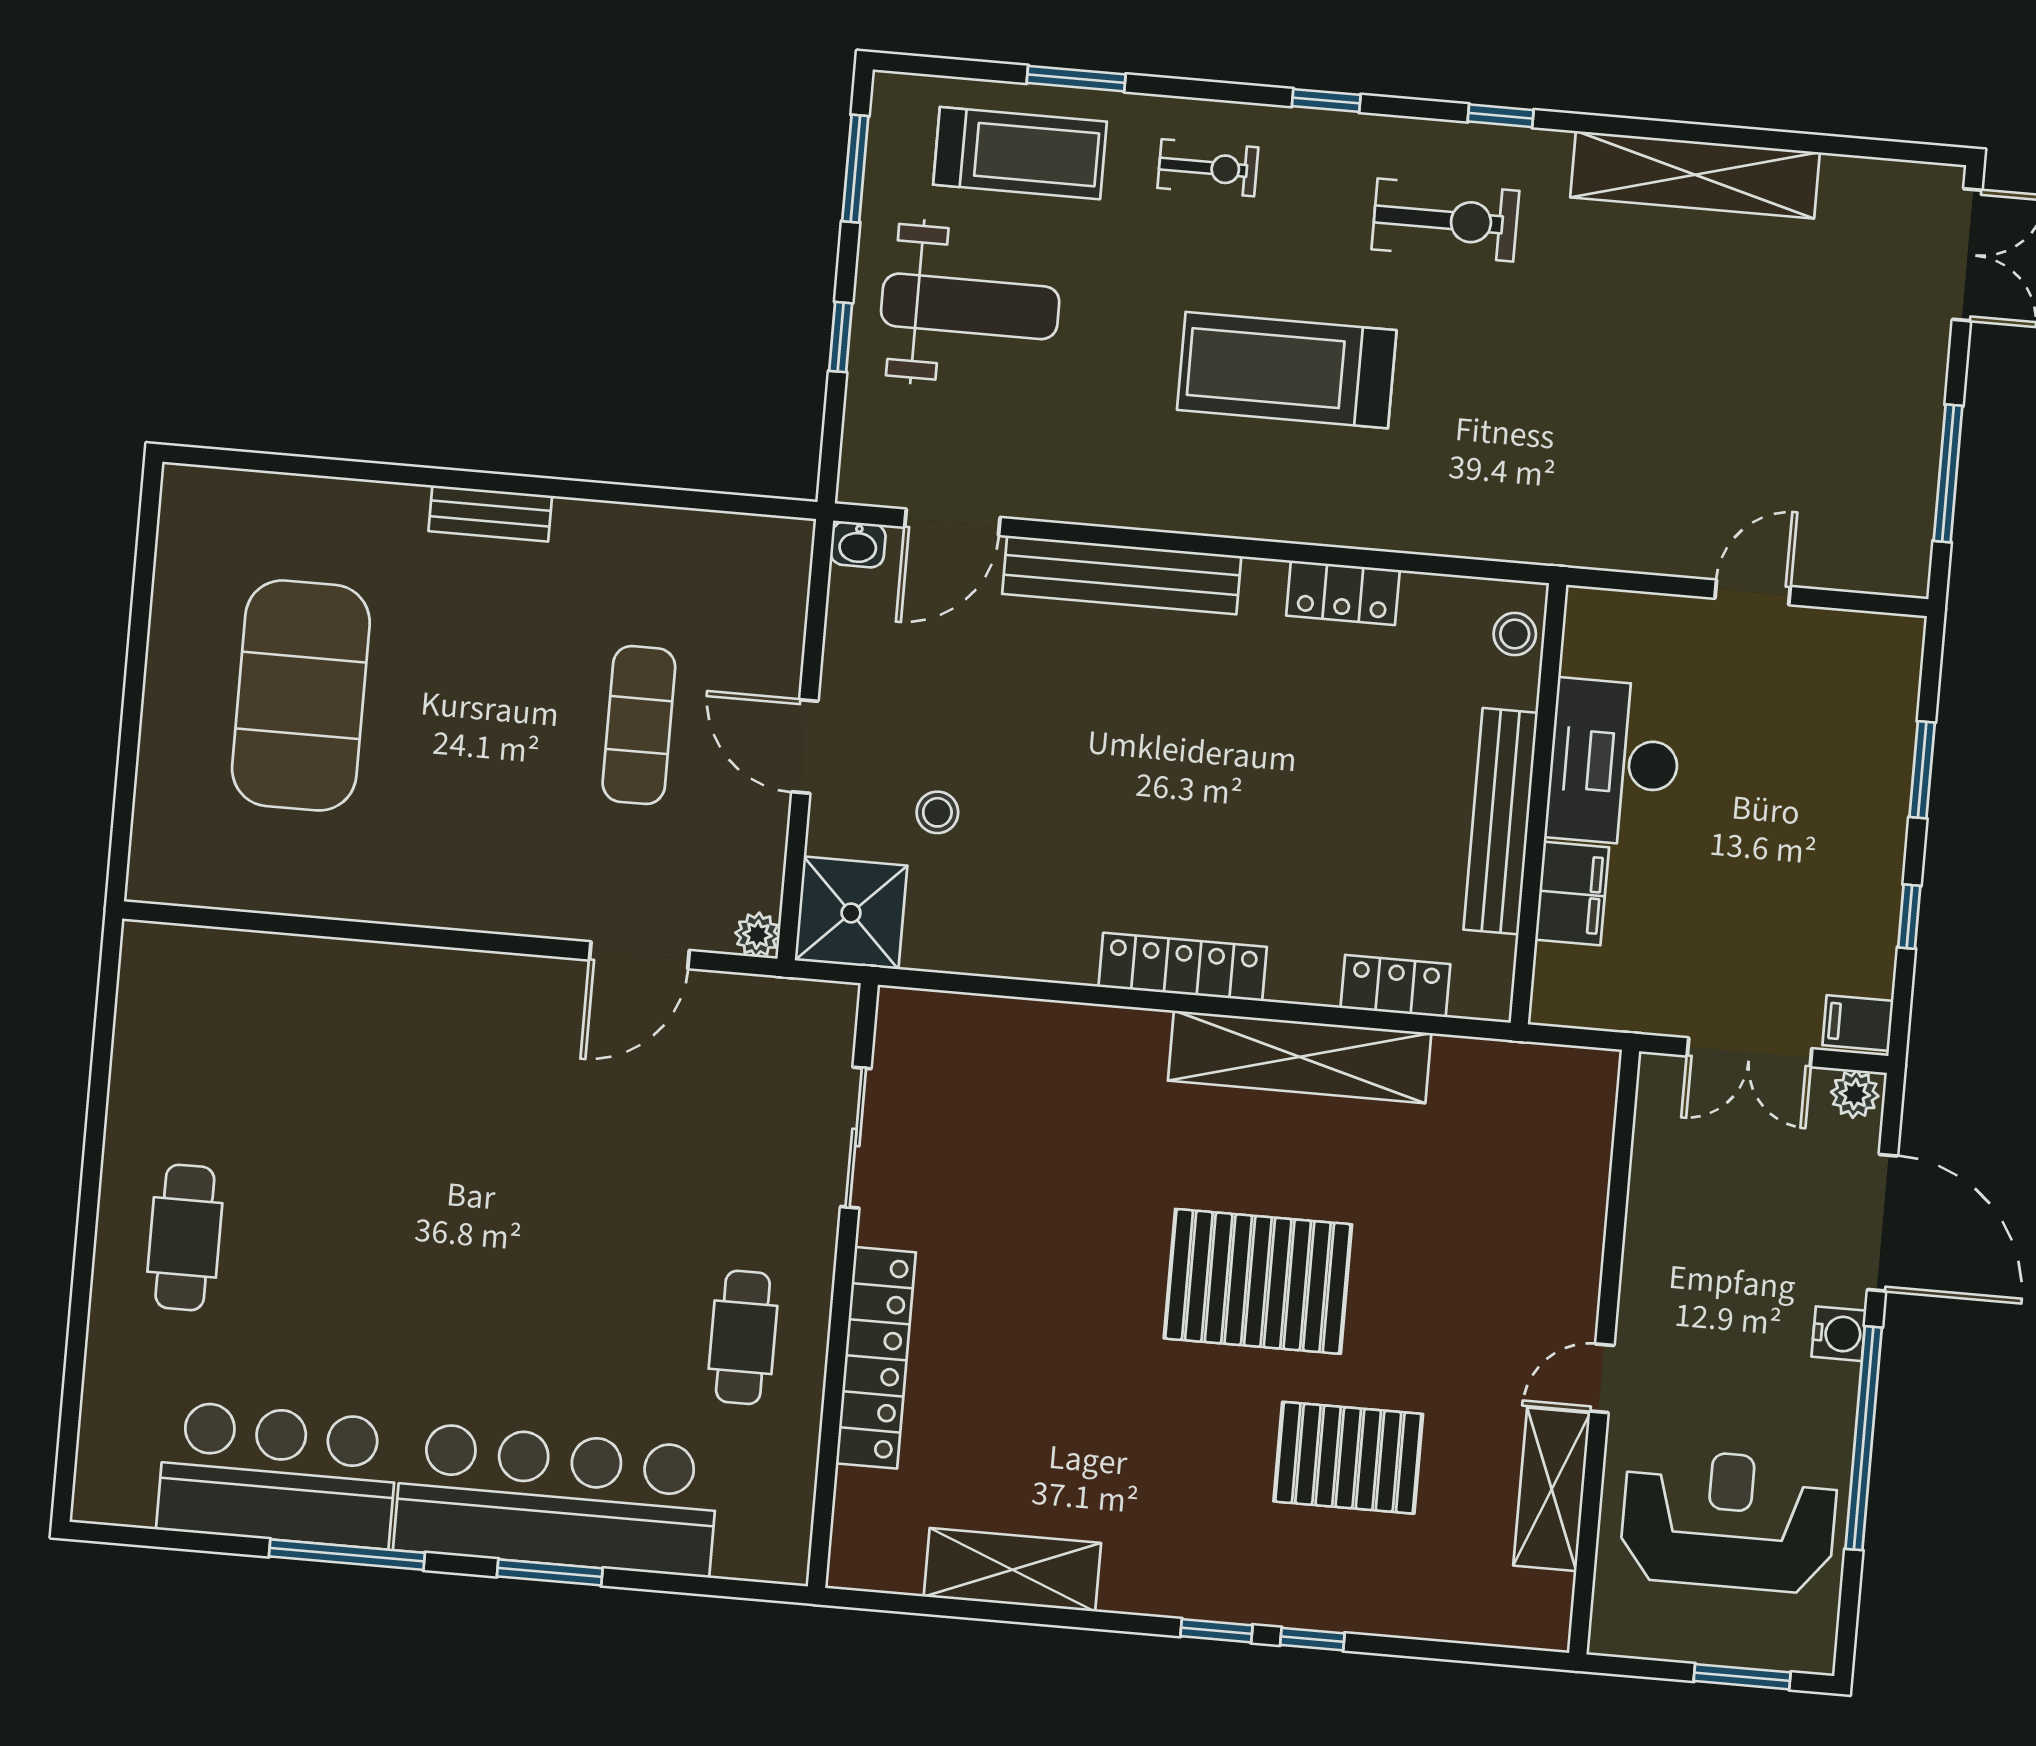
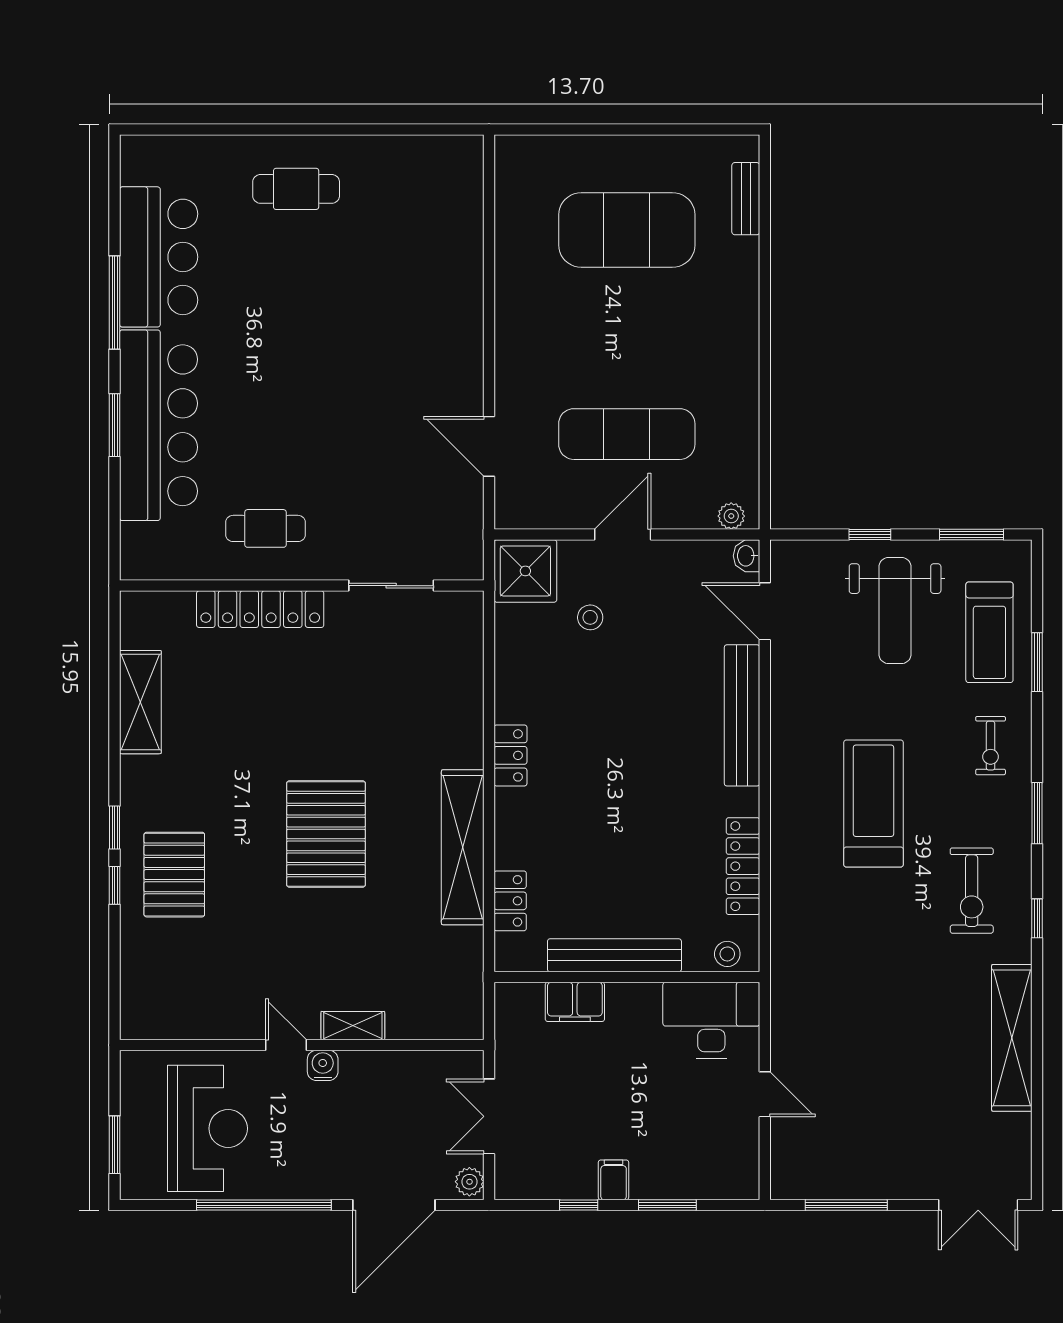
window: (1326, 101) -> (1037, 813), width x1.50
bench: (490, 513) -> (746, 199), moved
locker: (1343, 593) -> (743, 866), width x1.53
exercise mat: (639, 725) -> (627, 434), width x1.36, depth x1.45
desk: (1614, 763) -> (711, 1020), moved
plant: (757, 935) -> (731, 516), moved
locker: (1183, 967) -> (510, 755), width x0.66
filing cabinet: (1858, 1023) -> (614, 1180), moved
water cooler: (1839, 1334) -> (323, 1065), moved, turned 180
pallet: (1348, 1458) -> (174, 875), moved
shelving: (1552, 1489) -> (353, 1026), moved, width x0.67, depth x0.75

